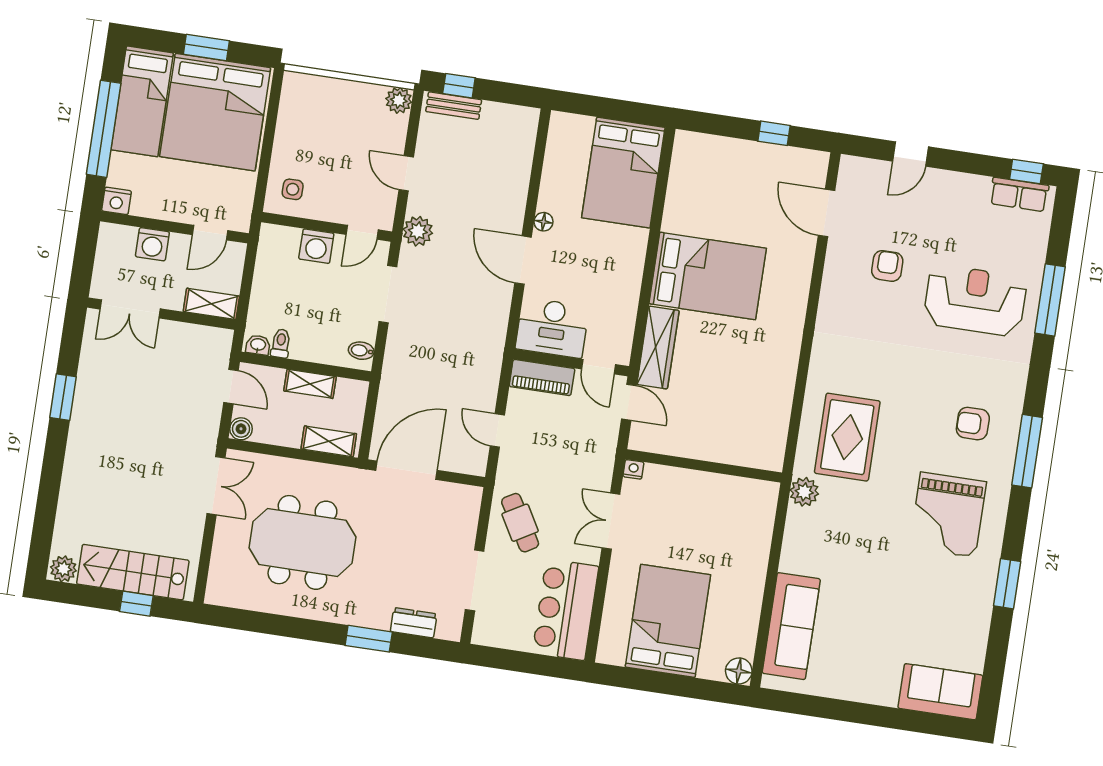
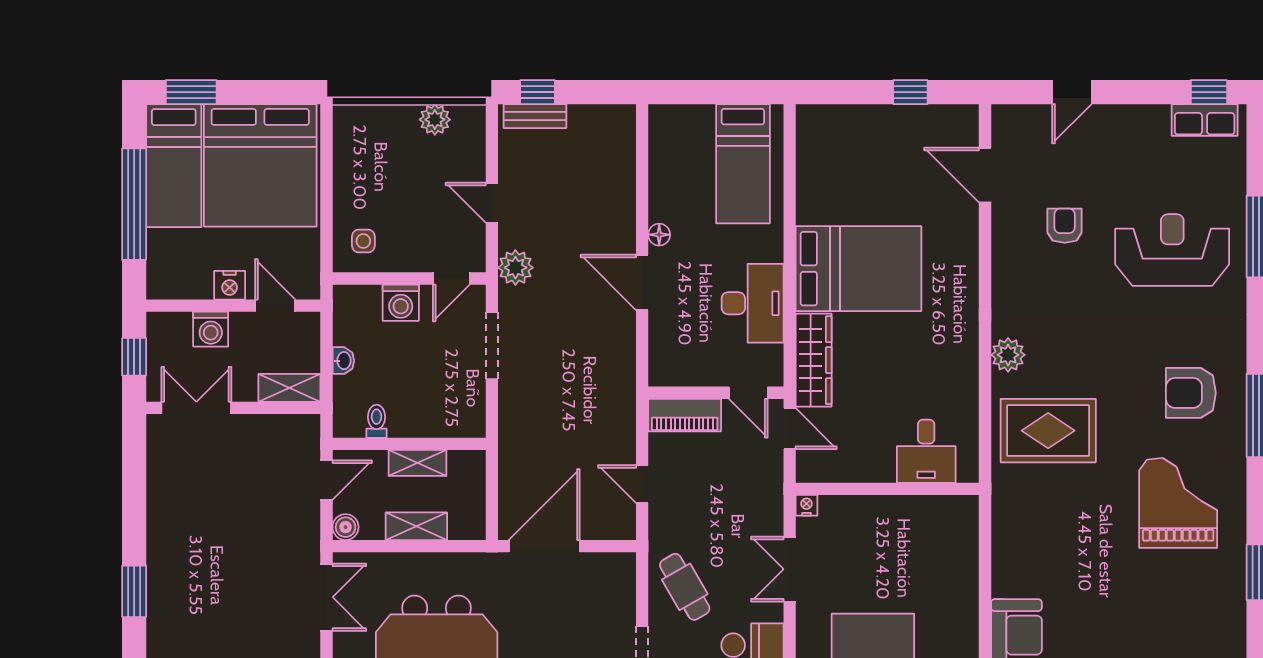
window: (206, 47) -> (191, 92), moved
plant: (399, 100) -> (435, 120), moved
bed: (623, 173) -> (743, 164), width x0.67
nightstand: (117, 201) -> (230, 285), moved
door: (210, 233) -> (275, 306), swing flipped
window: (84, 258) -> (134, 357), added
double door: (130, 309) -> (196, 408), swing flipped
desk: (552, 328) -> (753, 303), moved, turned -90
washbasin: (258, 345) -> (343, 361), moved, turned 90
bidet: (361, 351) -> (471, 416), removed
door: (231, 387) -> (327, 480), hinge flipped
window: (63, 397) -> (134, 591), moved
armchair: (973, 424) -> (1191, 393), width x1.38, depth x1.38
rug: (847, 437) -> (1048, 431), turned 90
desk: (741, 439) -> (926, 451), added
shelving: (329, 441) -> (416, 526), moved
plant: (804, 492) -> (1008, 355), moved
grand piano: (948, 515) -> (1178, 503), turned 180

